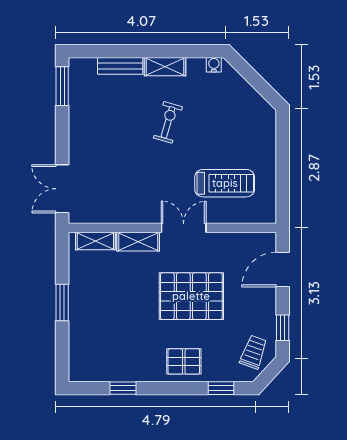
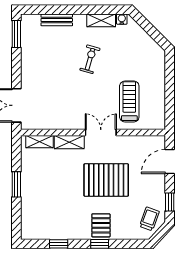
shelving: (165, 67) -> (101, 20), moved
treadmill: (225, 183) -> (129, 101), turned -90
pallet: (184, 361) -> (101, 225), turned 90
window: (221, 388) -> (100, 244), moved

